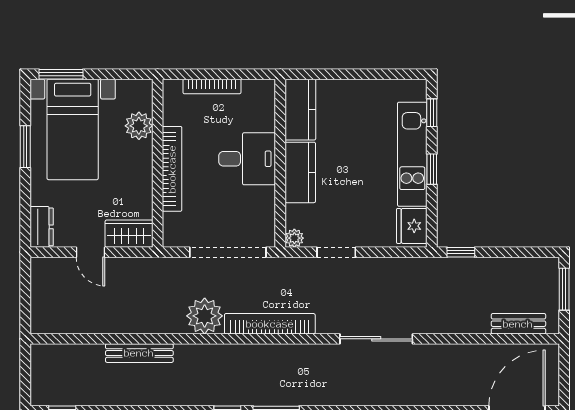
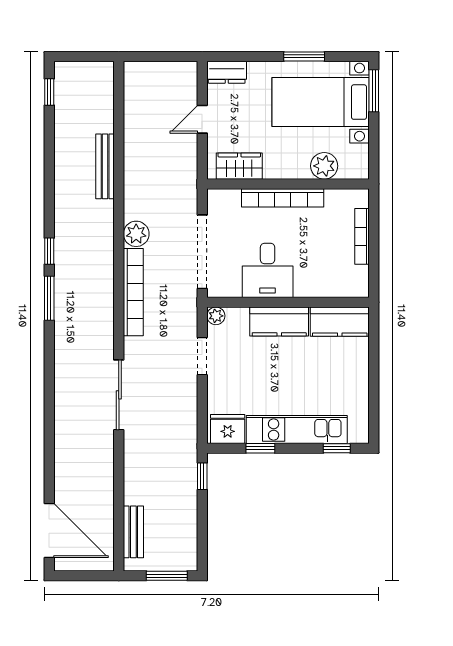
desk: (247, 159) -> (268, 270), moved
window: (432, 169) -> (260, 448), moved
wardrobe: (129, 234) -> (239, 166), moved, turned -90
plant: (205, 316) -> (136, 234), width x0.73, depth x0.73

